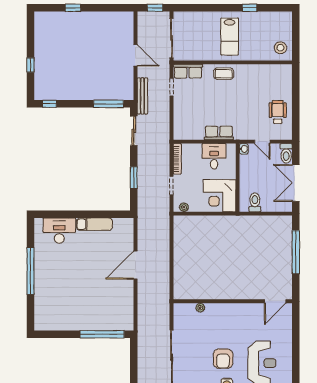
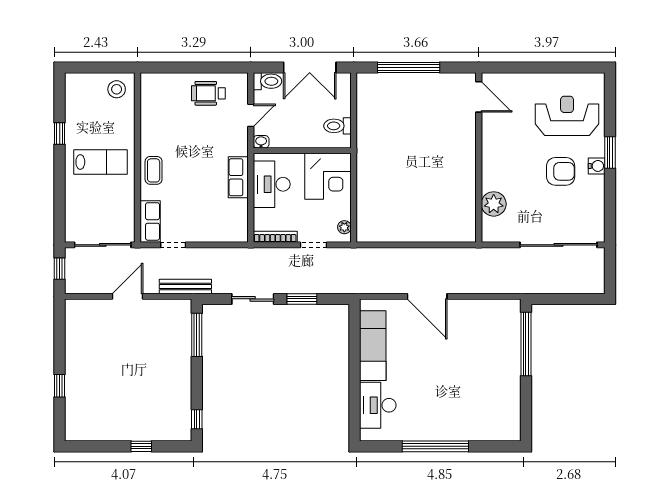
sliding door: (134, 131) -> (253, 299), moved
desk: (214, 156) -> (272, 184), width x1.37
exam couch: (94, 224) -> (373, 346), width x1.36, depth x1.45
plant: (200, 308) -> (494, 204), width x1.88, depth x1.88

